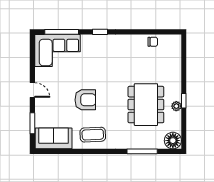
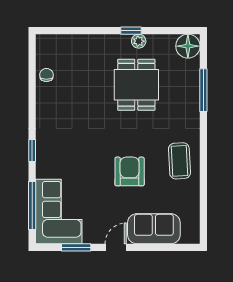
dining table: (146, 105) -> (136, 85), width x0.73
window: (32, 123) -> (76, 247), moved
sofa: (54, 138) -> (154, 229), moved, turned 90

